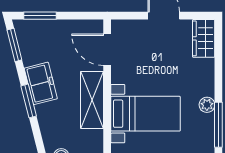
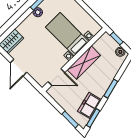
door: (107, 50) -> (56, 77), hinge flipped
freezer: (41, 83) -> (90, 106), moved

